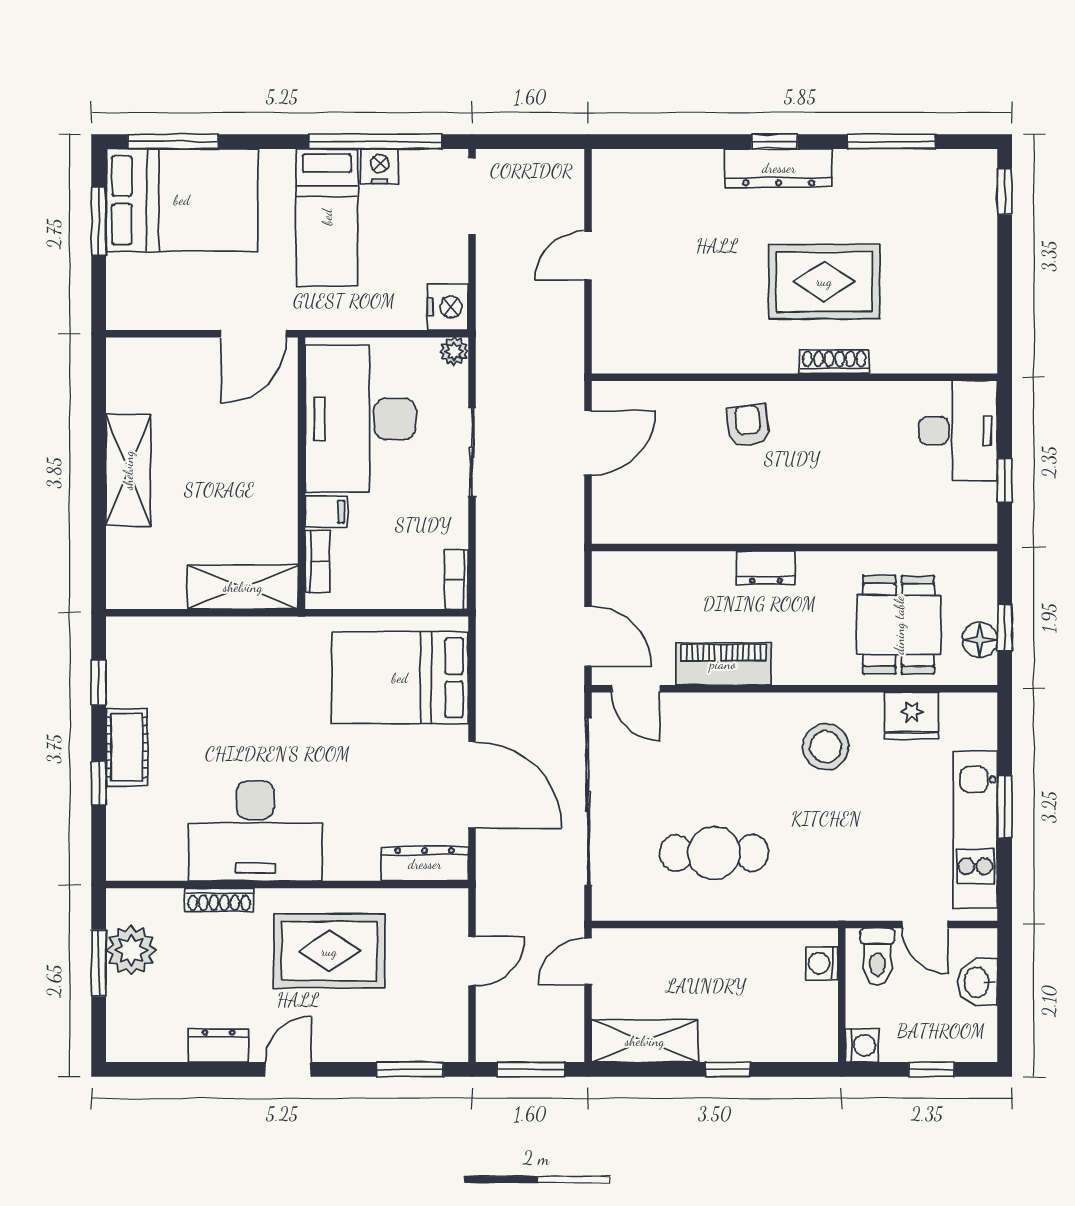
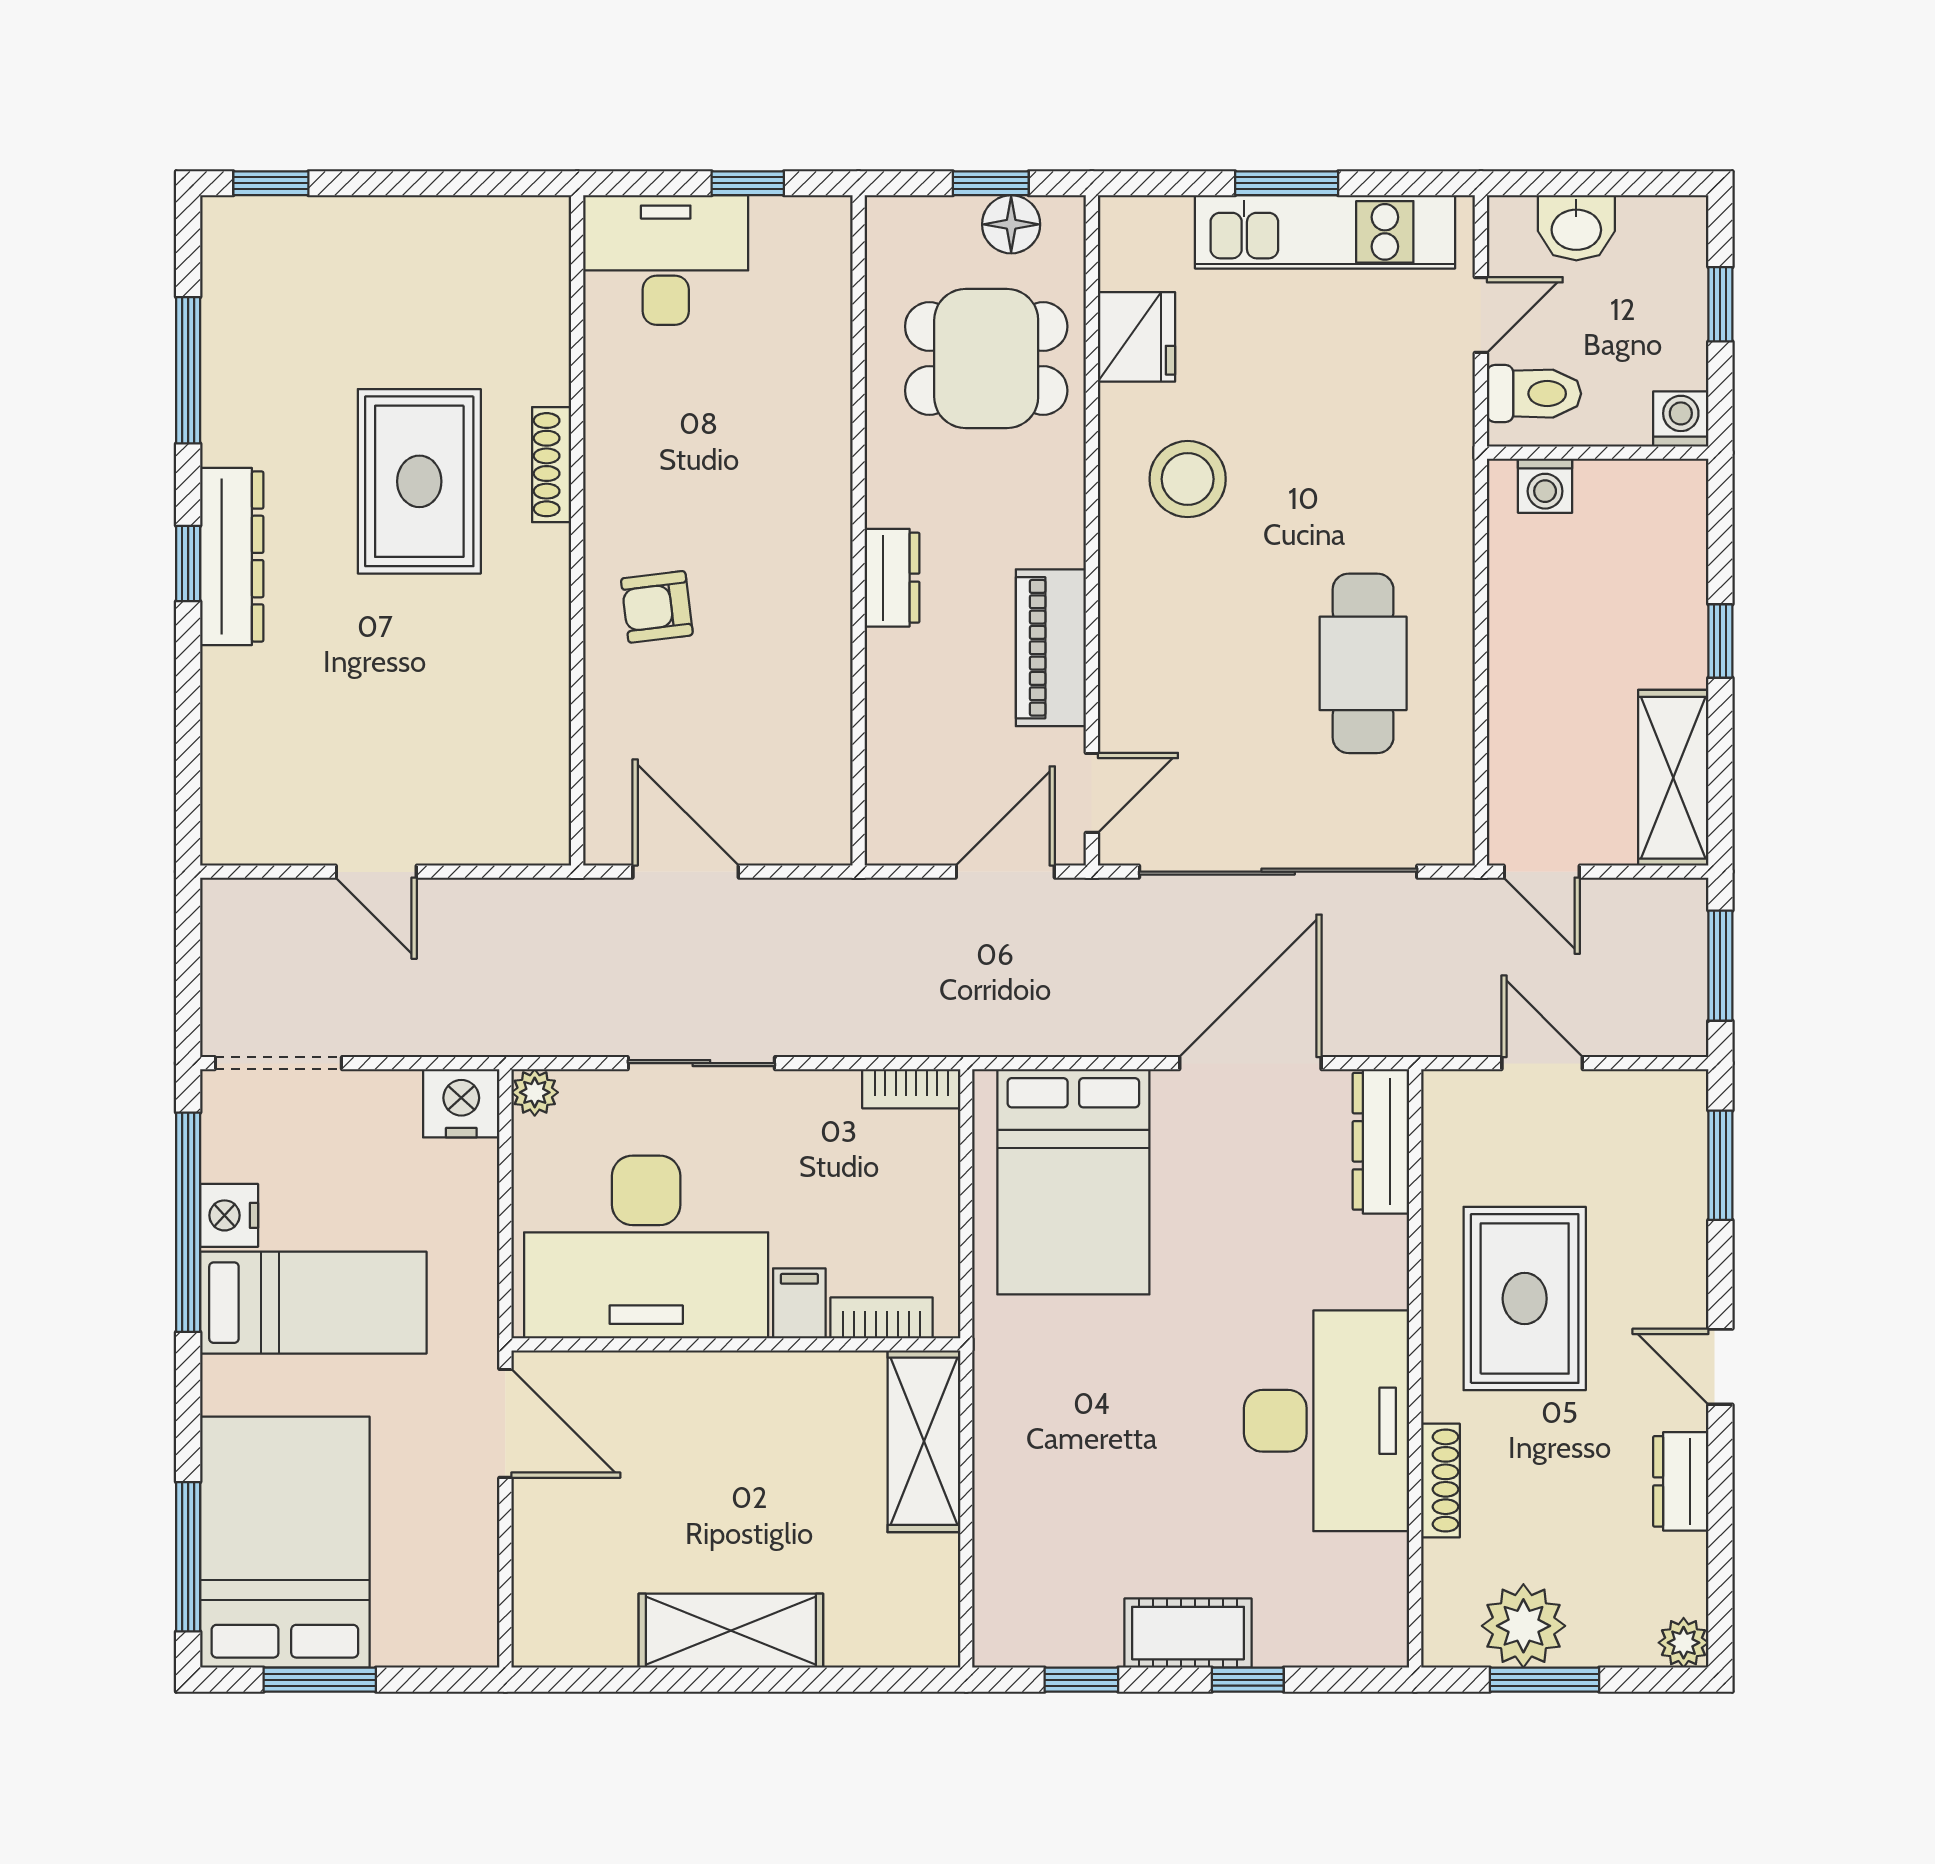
plant: (121, 1047) -> (1684, 1643), added

